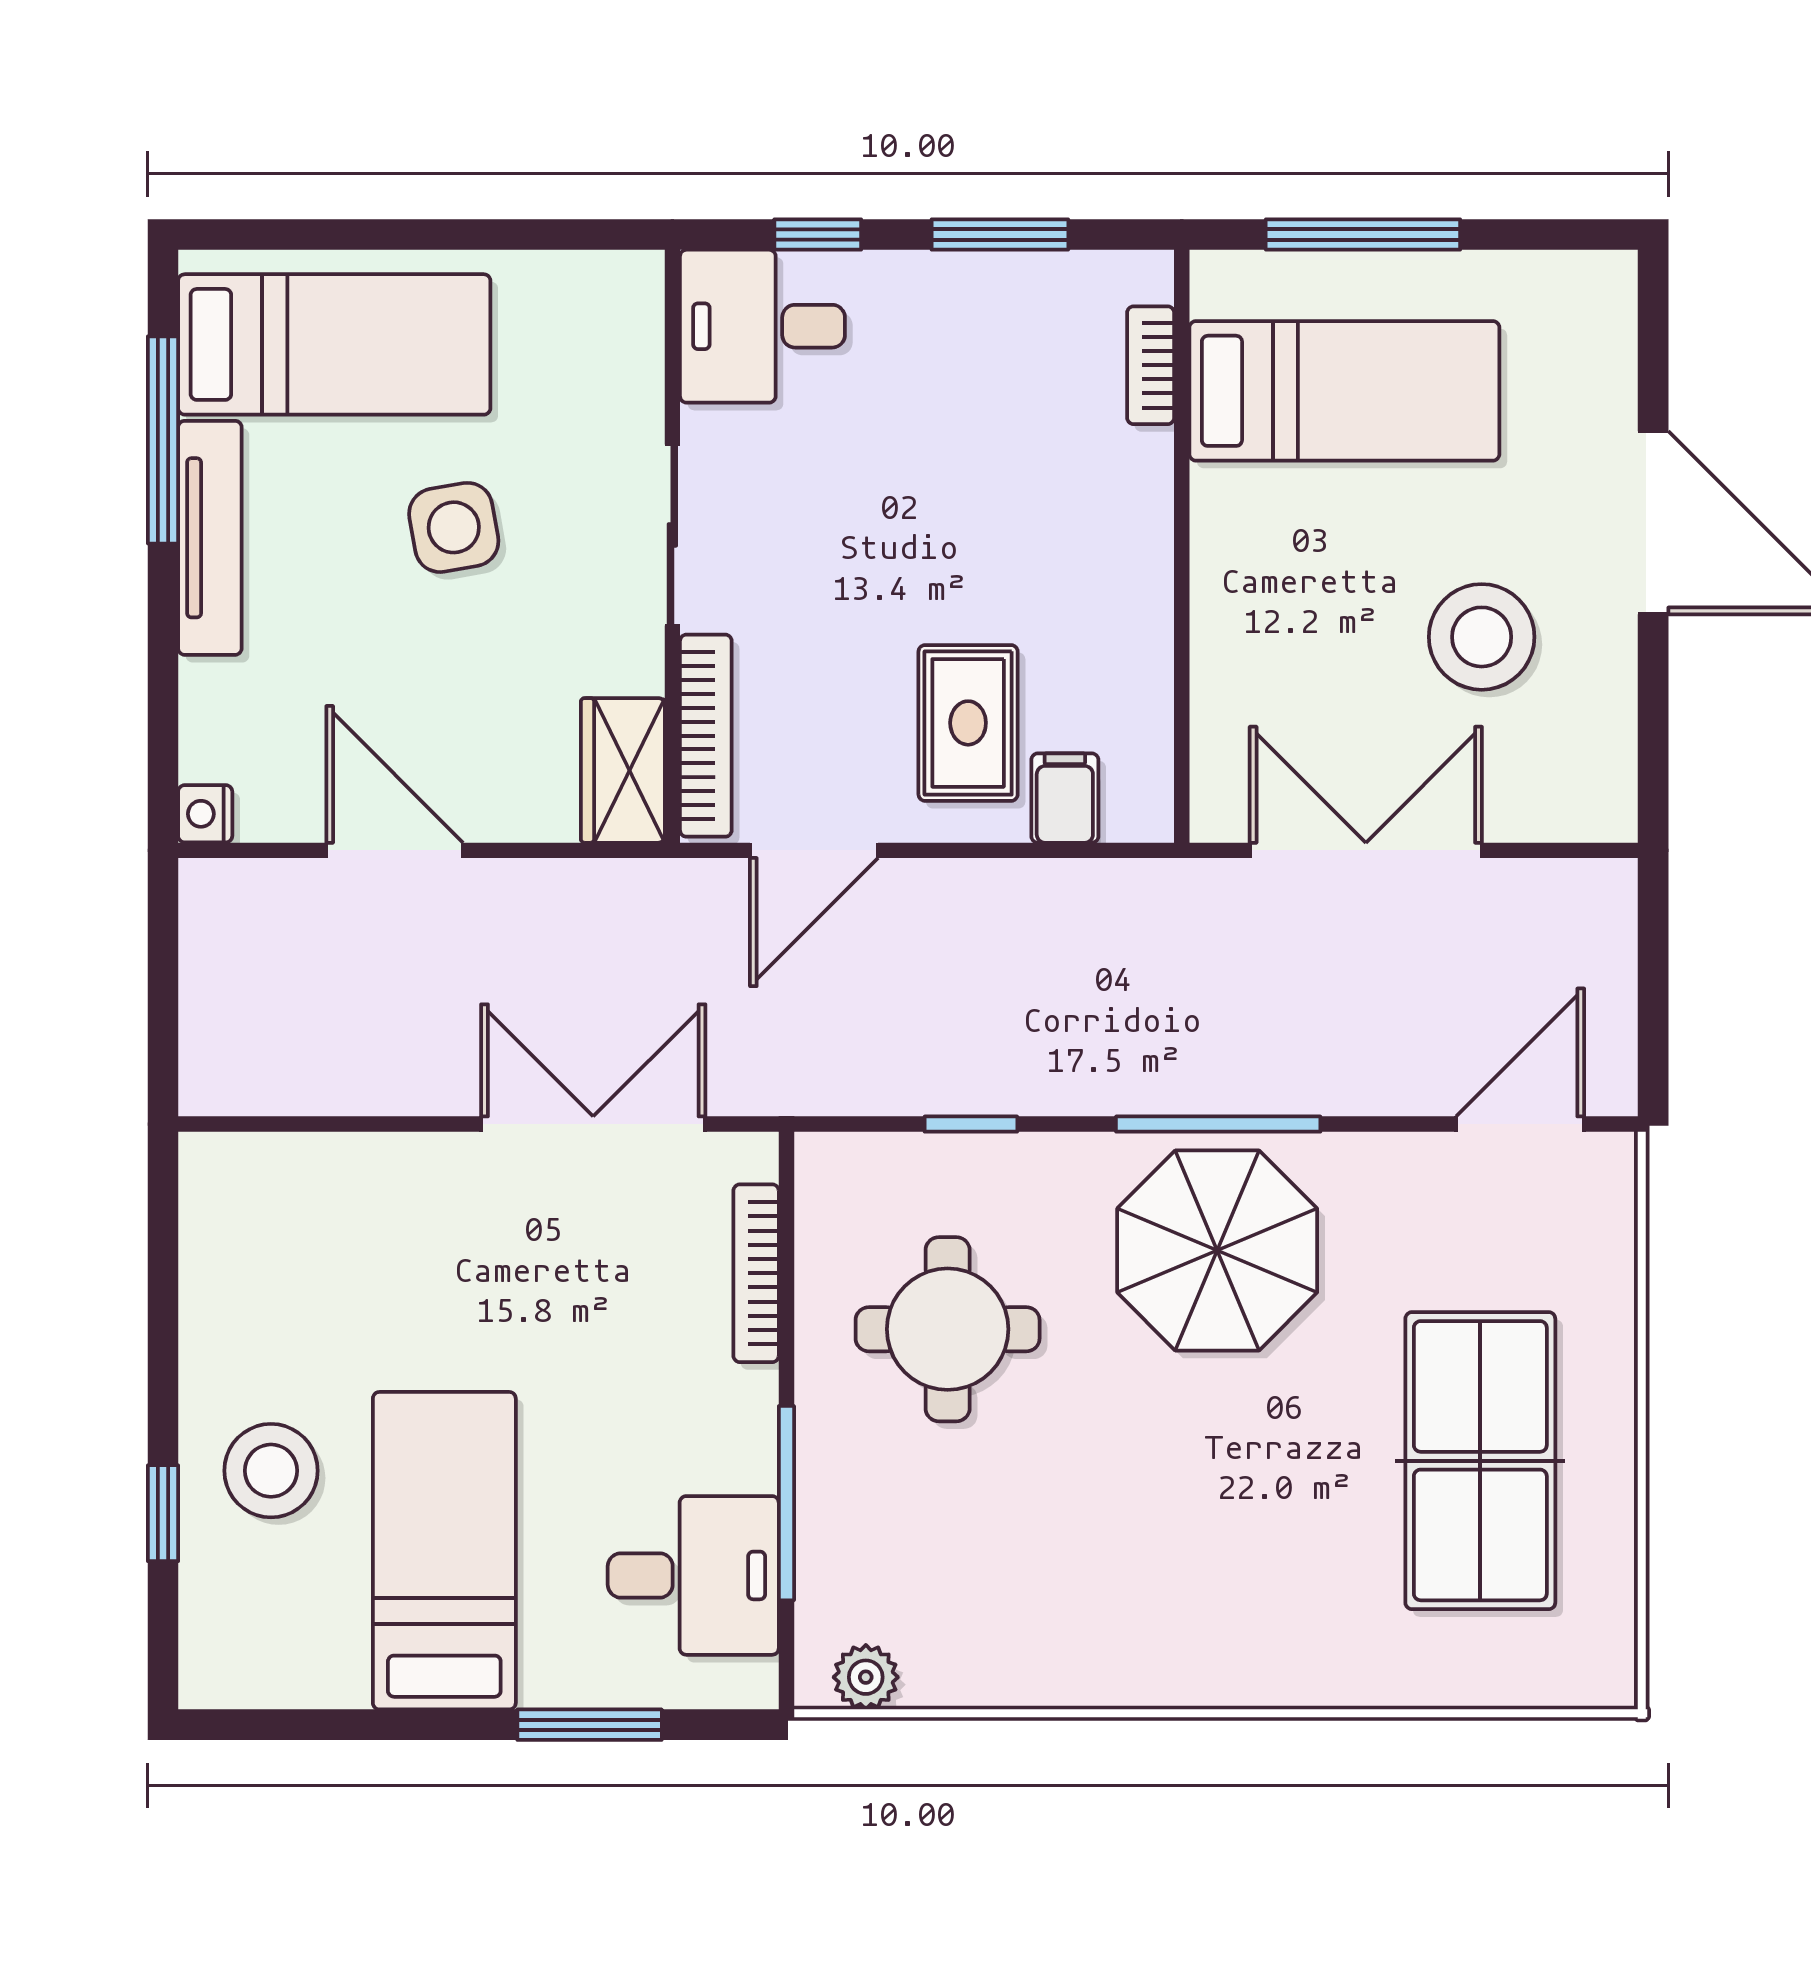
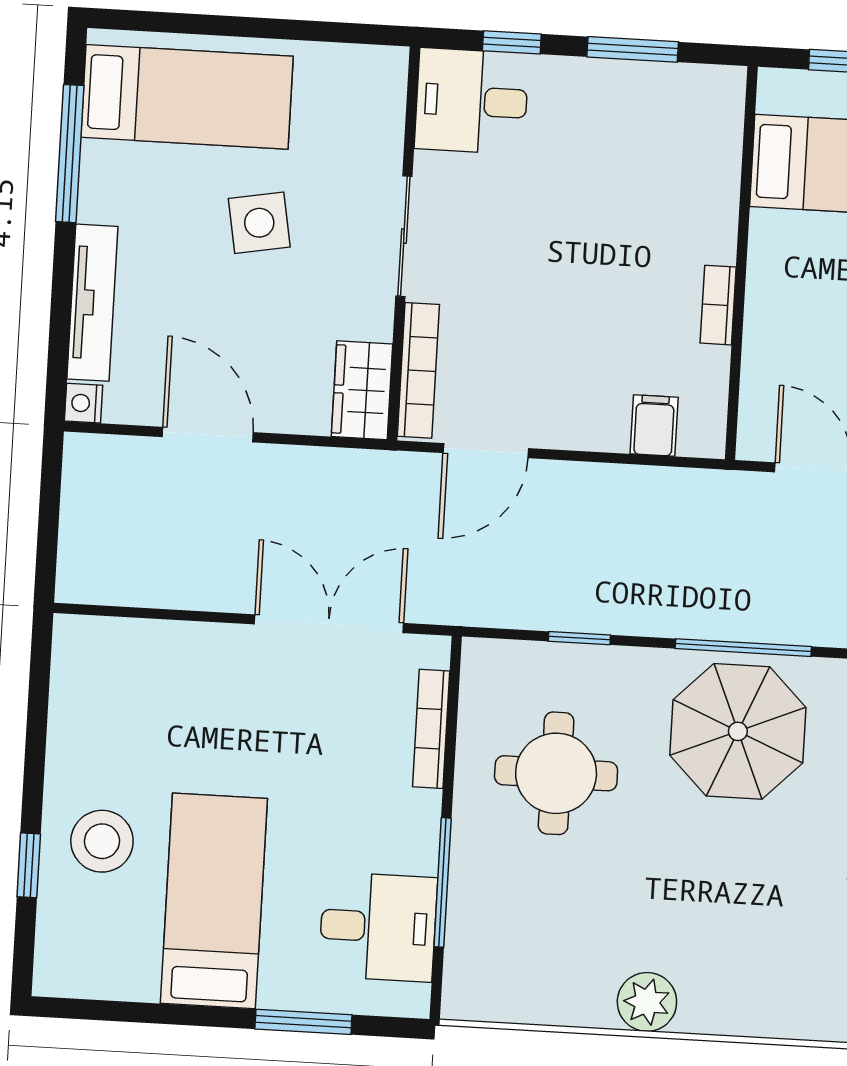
bookcase: (1151, 365) -> (718, 305), moved
tv unit: (210, 538) -> (92, 303), moved
rug: (968, 723) -> (593, 372), removed
plant: (866, 1677) -> (647, 1002), moved, width x1.38, depth x1.38

